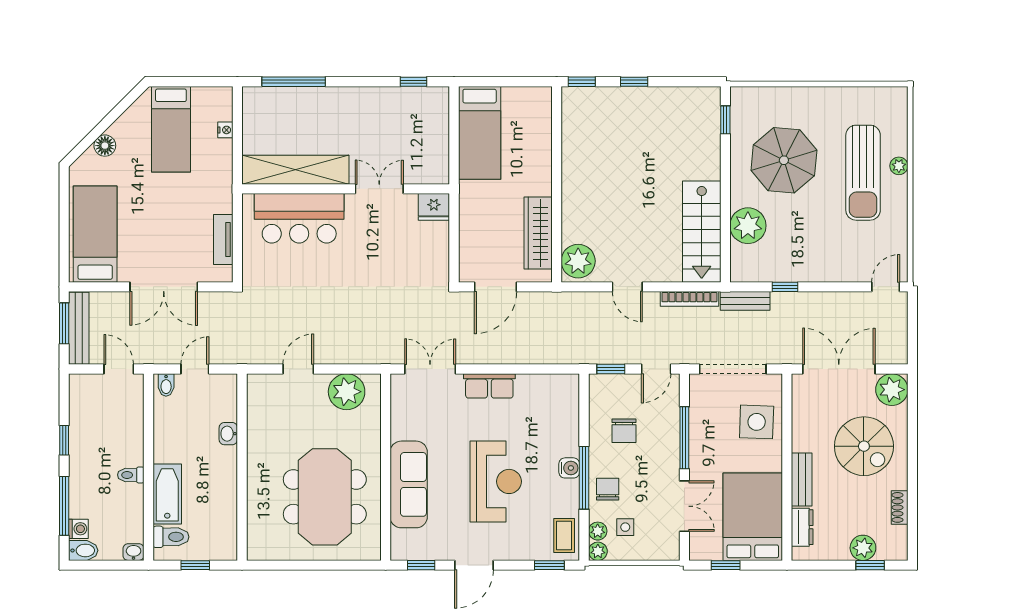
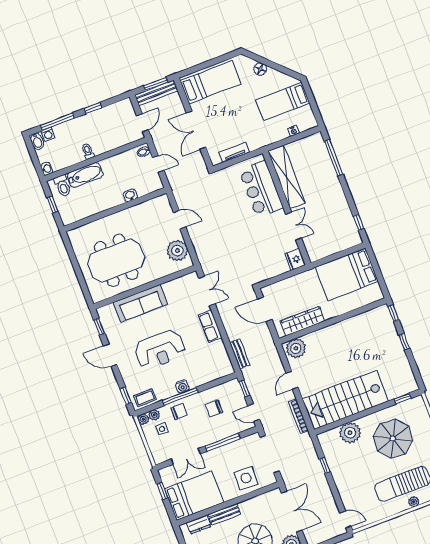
bed: (480, 133) -> (347, 274), width x1.50
stairs: (702, 232) -> (345, 400), width x1.36, depth x1.51
bench: (745, 301) -> (240, 354), moved

